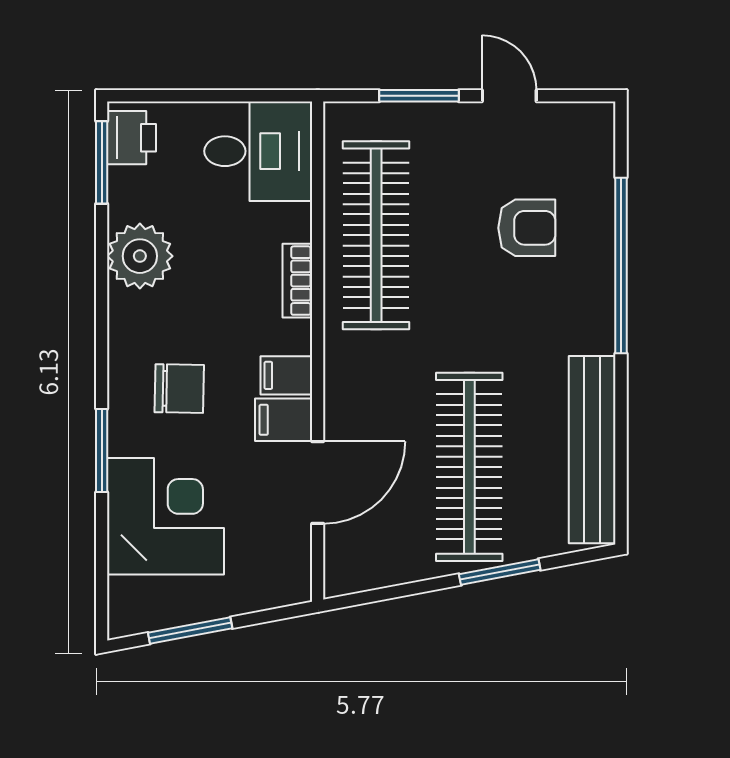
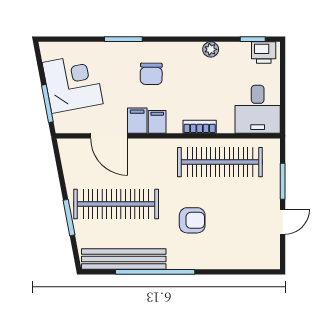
window: (102, 162) -> (253, 39), width x0.67
armchair: (527, 228) -> (192, 220), moved, turned -90
plant: (140, 256) -> (211, 49), width x0.53, depth x0.53
window: (621, 266) -> (155, 272), moved
corner desk: (165, 516) -> (73, 83), moved, turned -101
window: (190, 630) -> (47, 103), moved

